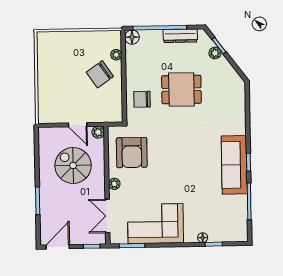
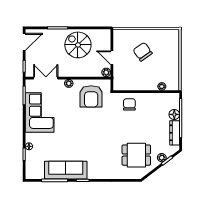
floor lamp: (132, 37) -> (174, 114), moved
chair: (100, 74) -> (143, 52), moved
dining table: (181, 89) -> (136, 155), moved, turned 90
door: (78, 125) -> (112, 58), hinge flipped
armchair: (132, 153) -> (91, 96), turned -90
spiral stairs: (73, 165) -> (78, 45), moved, turned -90
sofa: (234, 165) -> (66, 170), moved
door: (58, 247) -> (24, 42), hinge flipped

